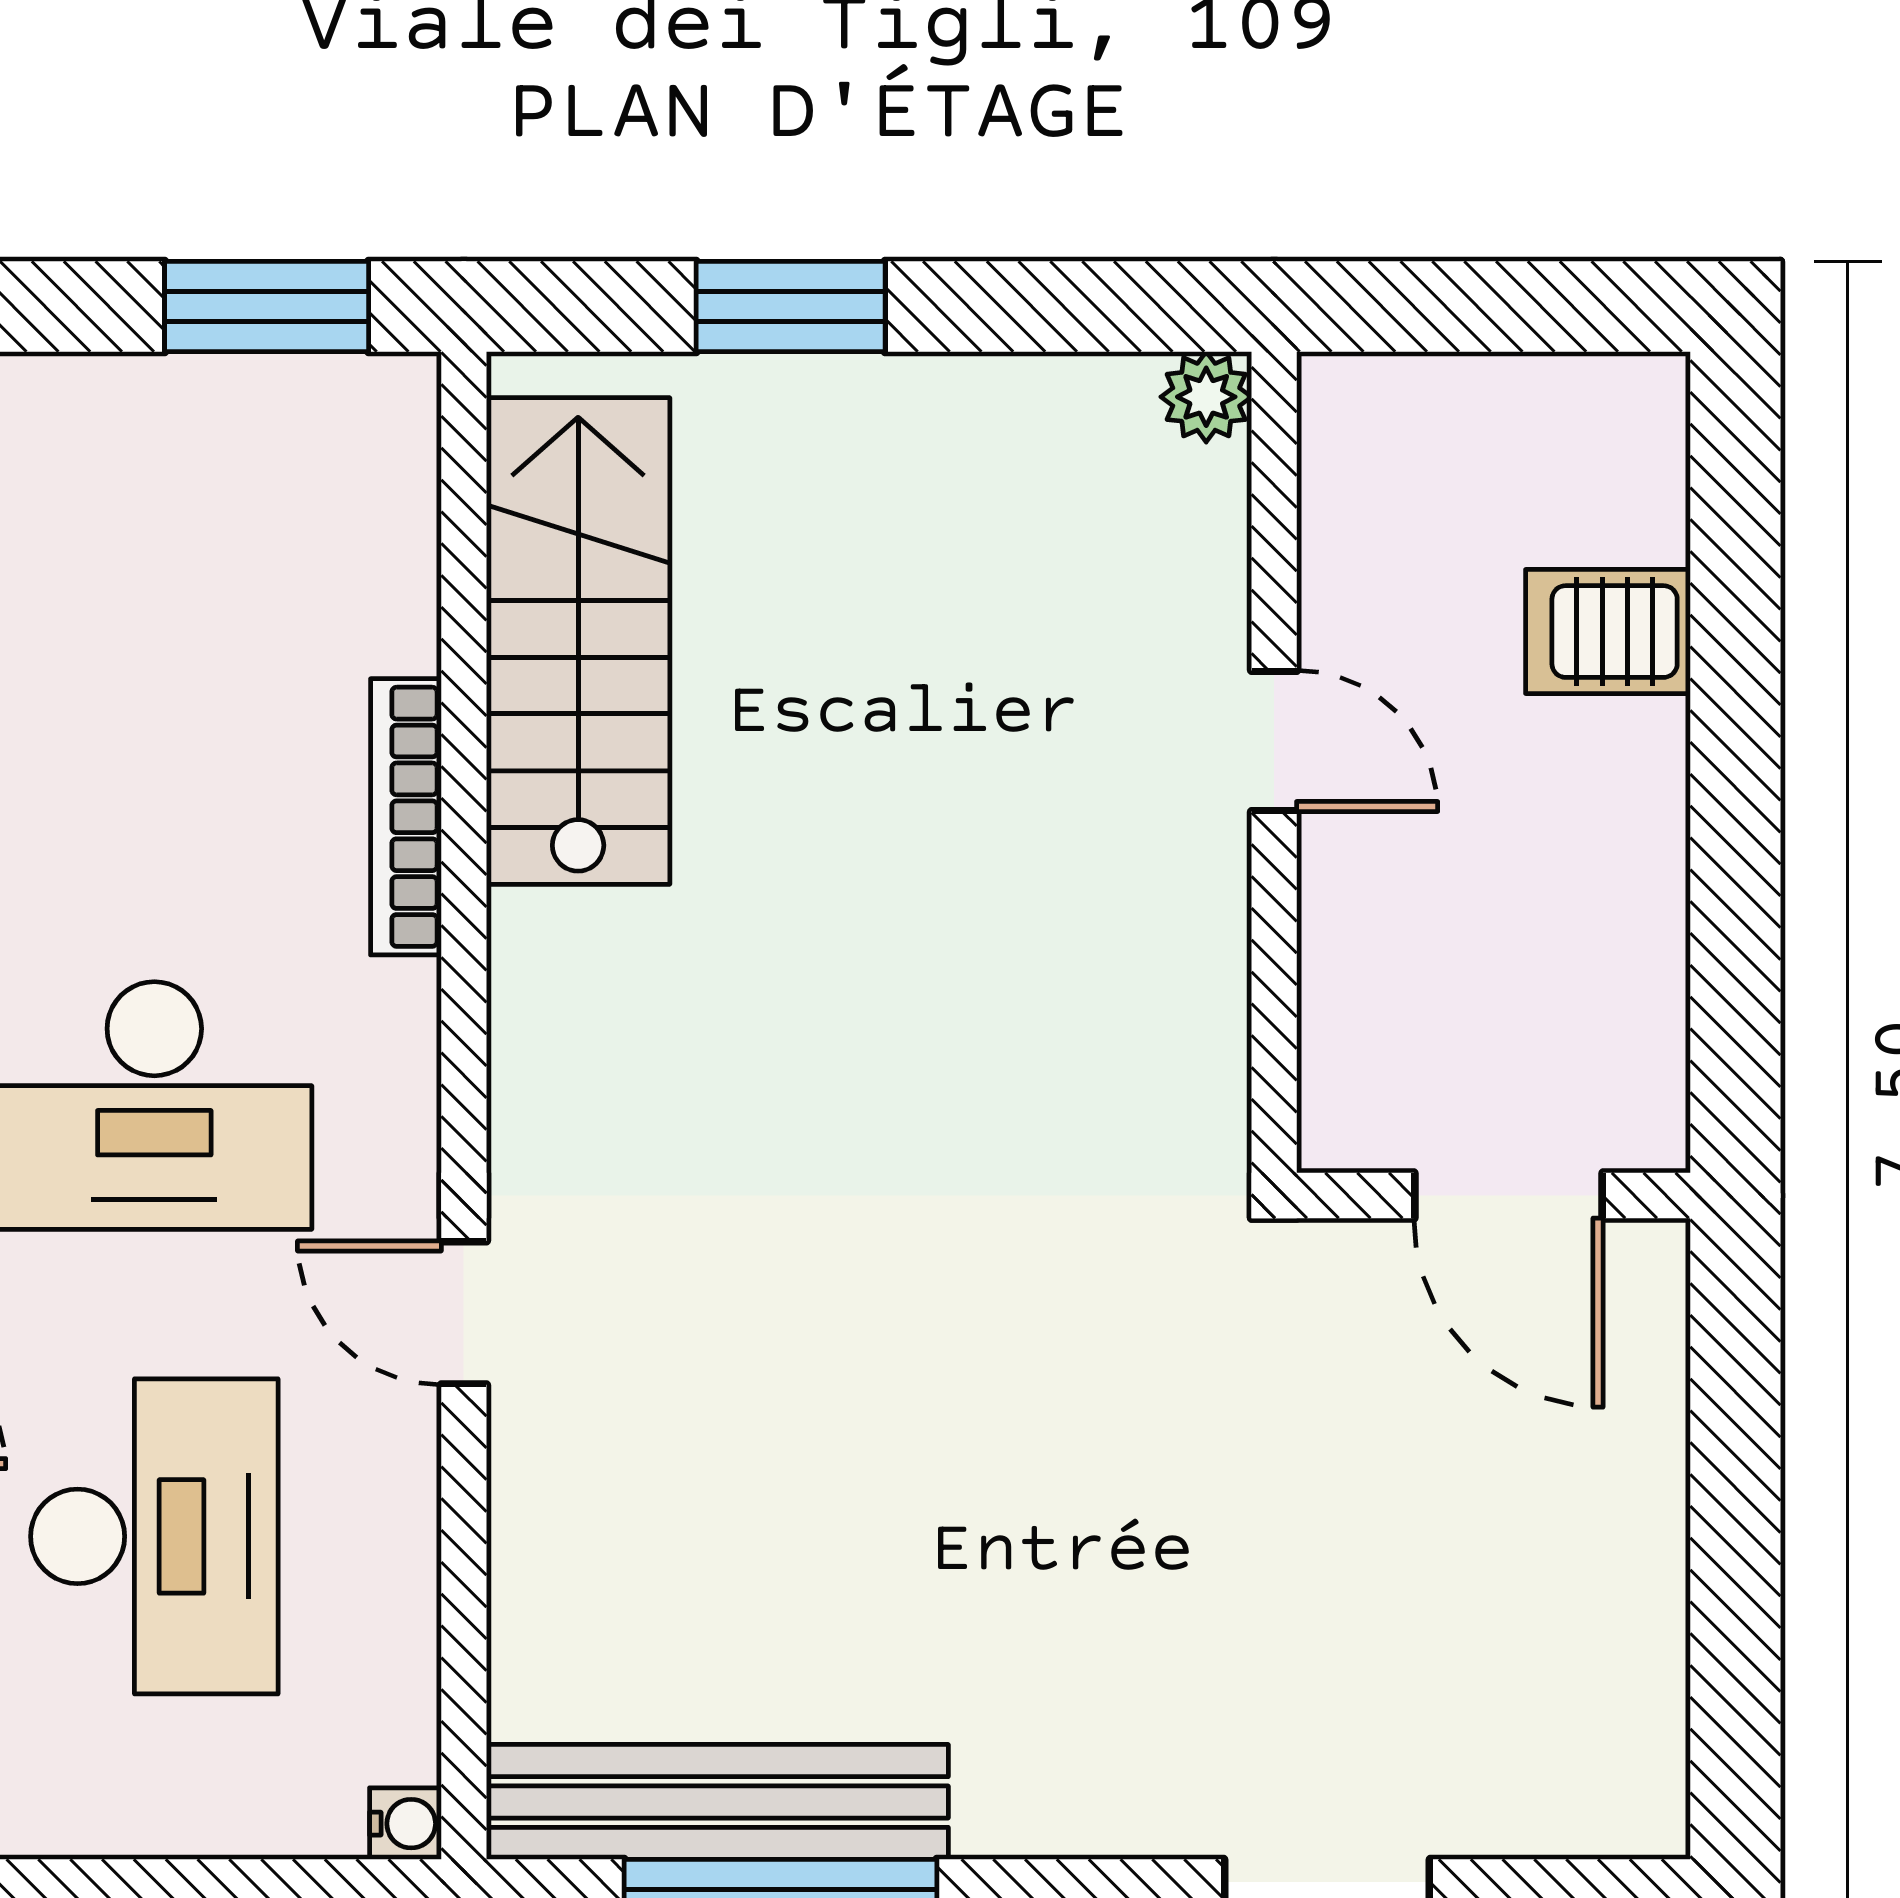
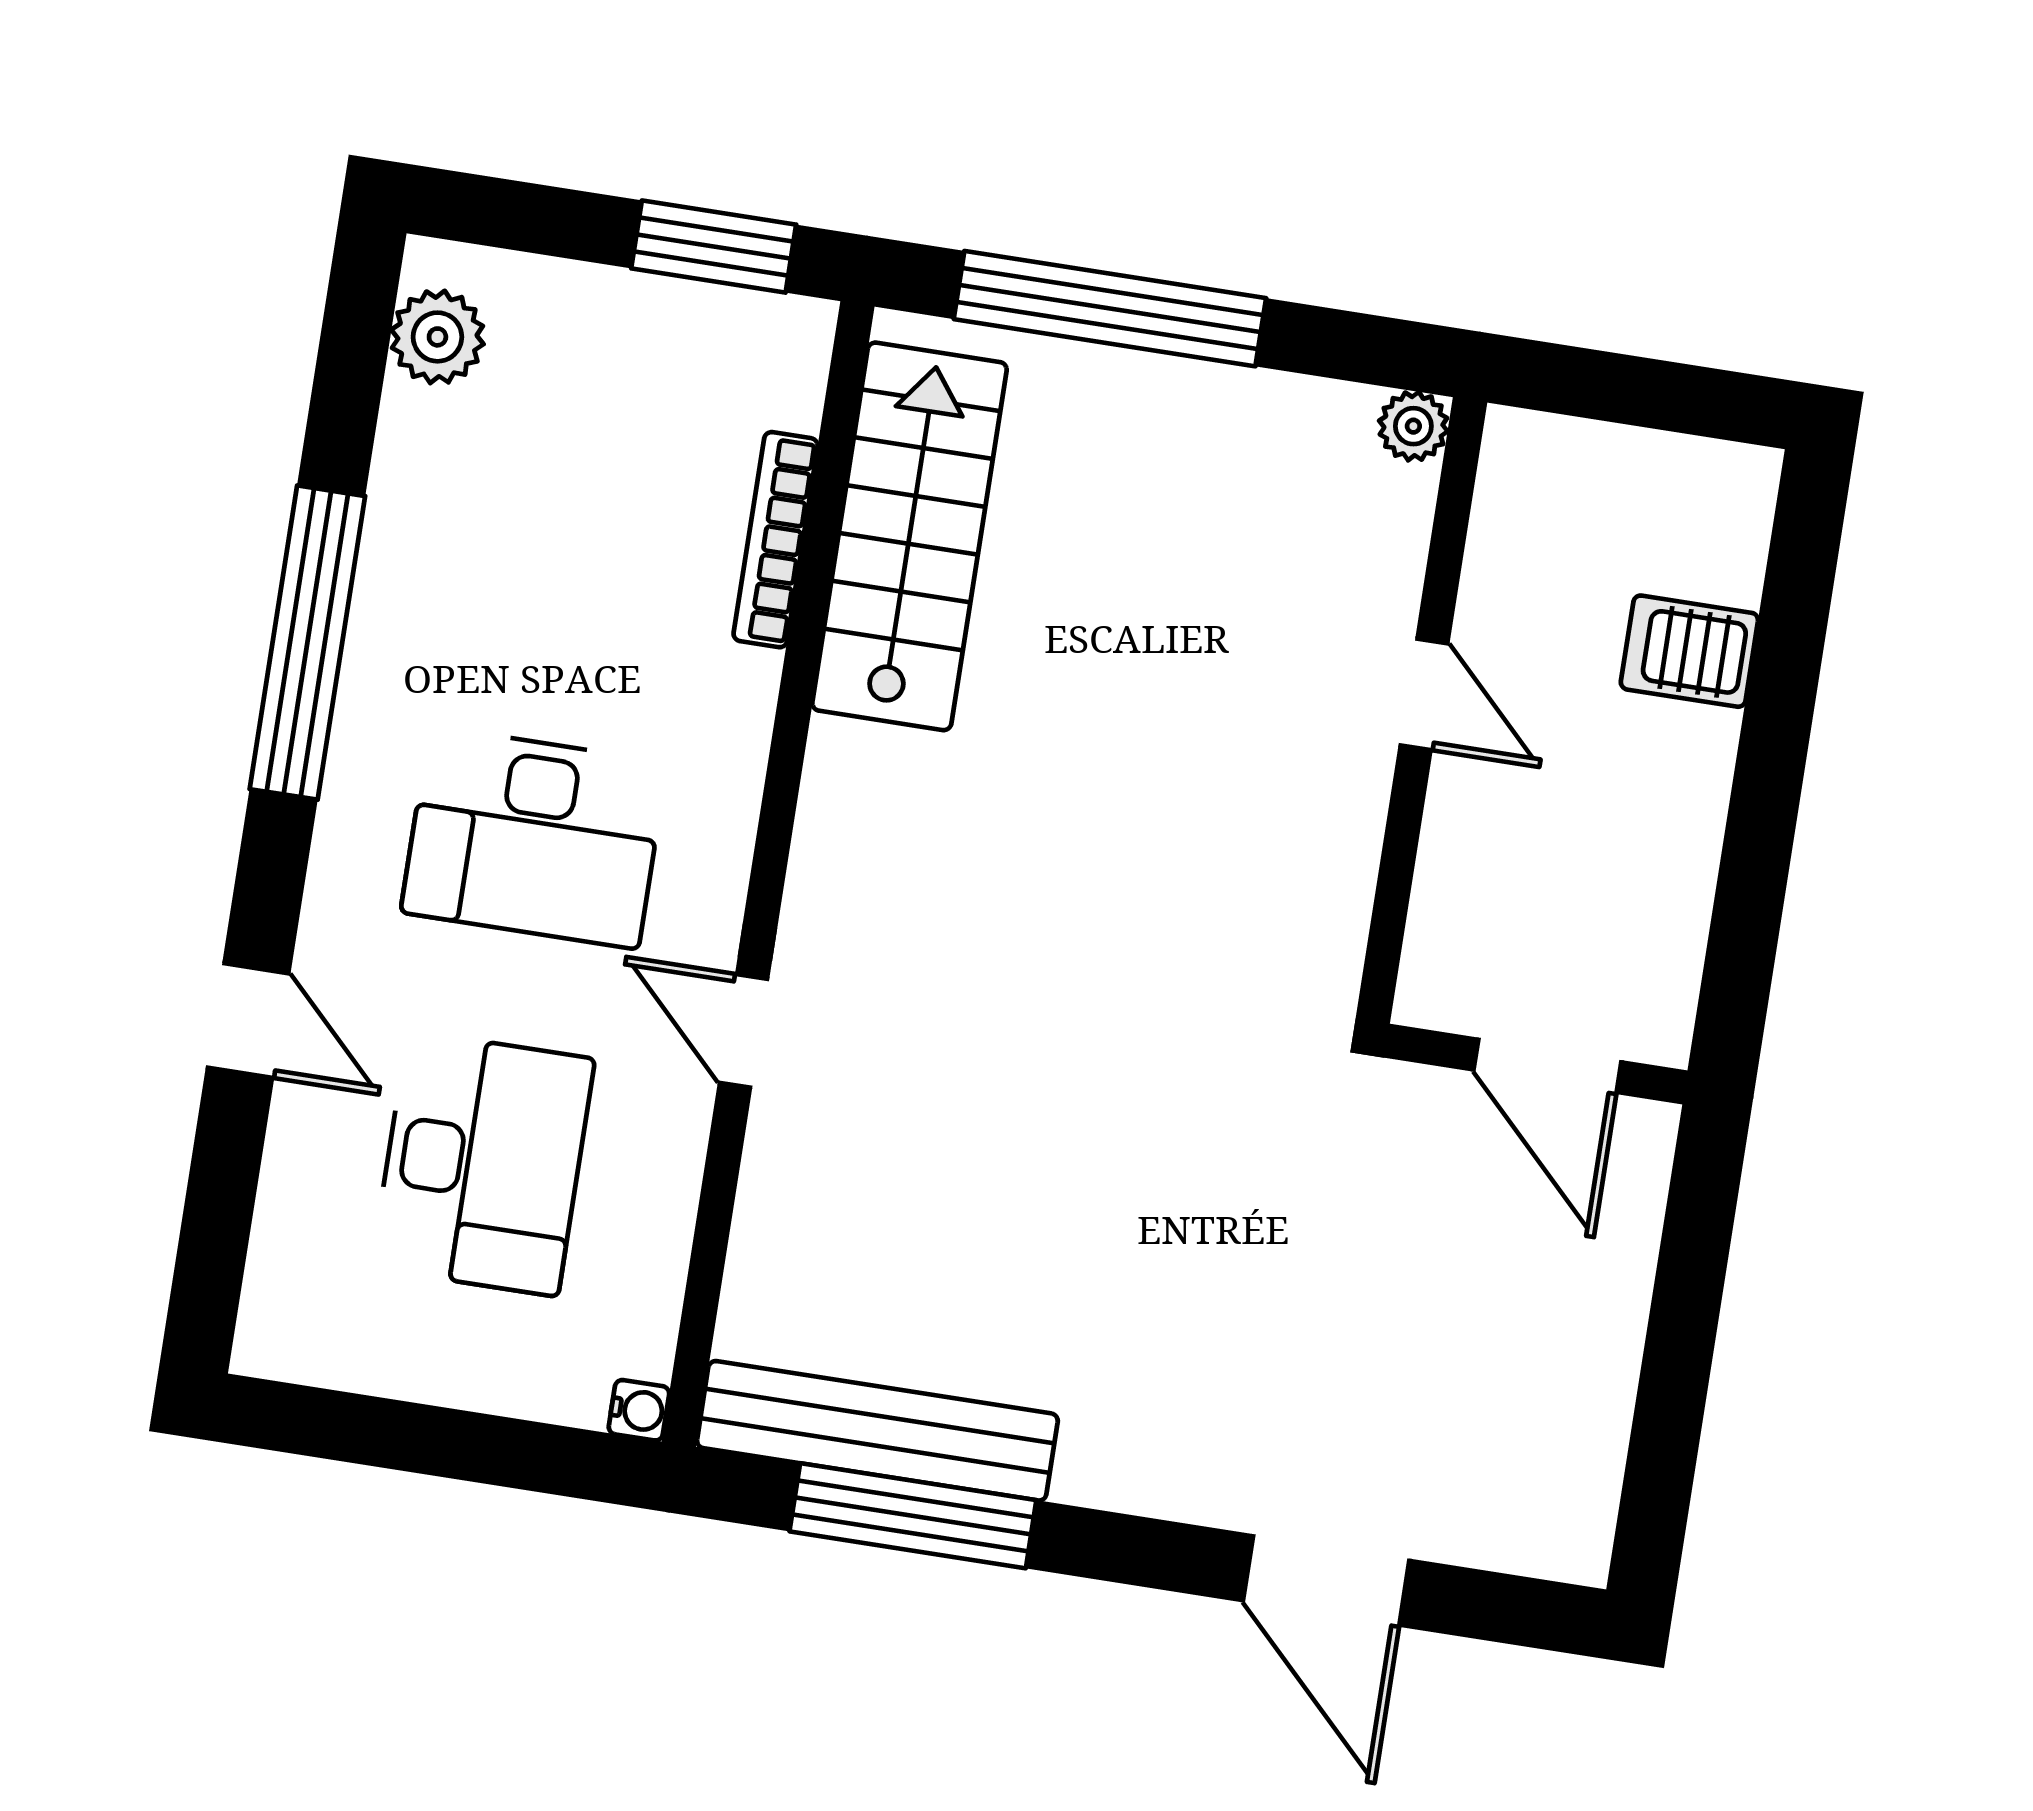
window: (791, 306) -> (1110, 309), width x2.11
bookcase: (406, 817) -> (776, 540), moved

